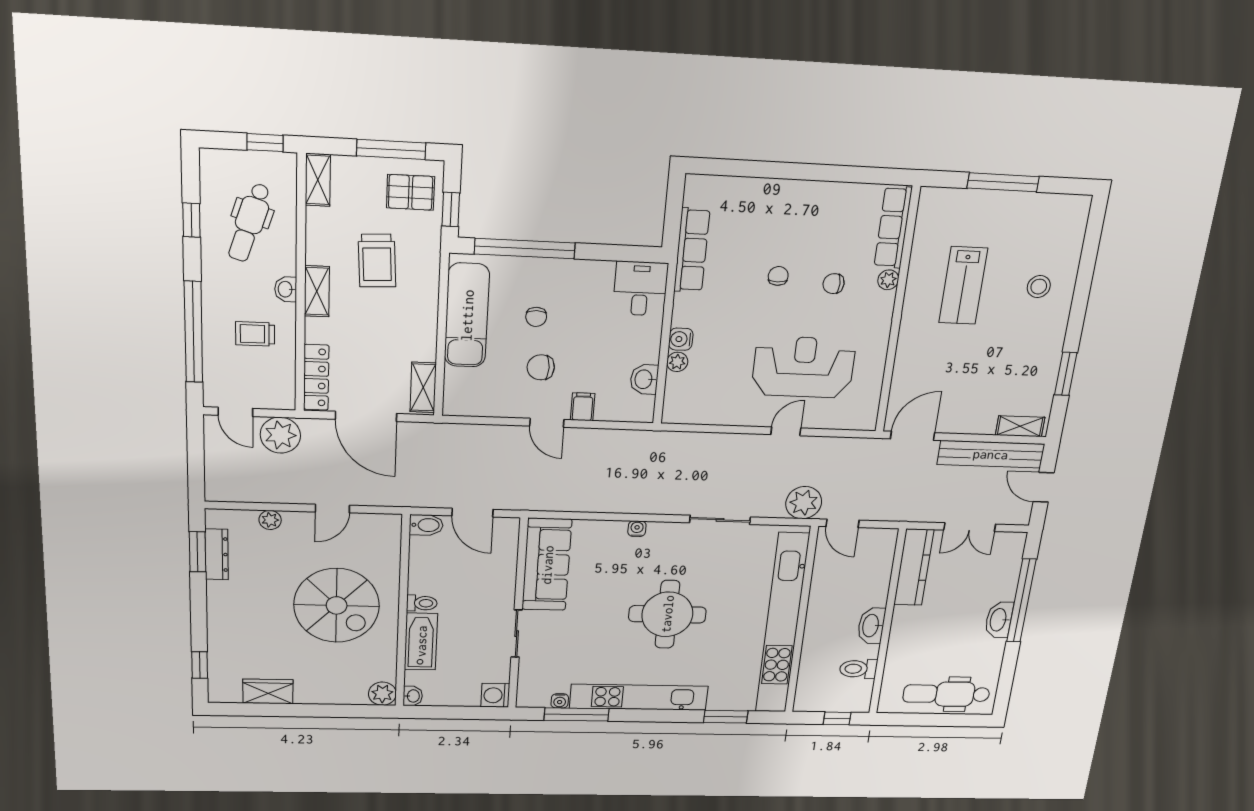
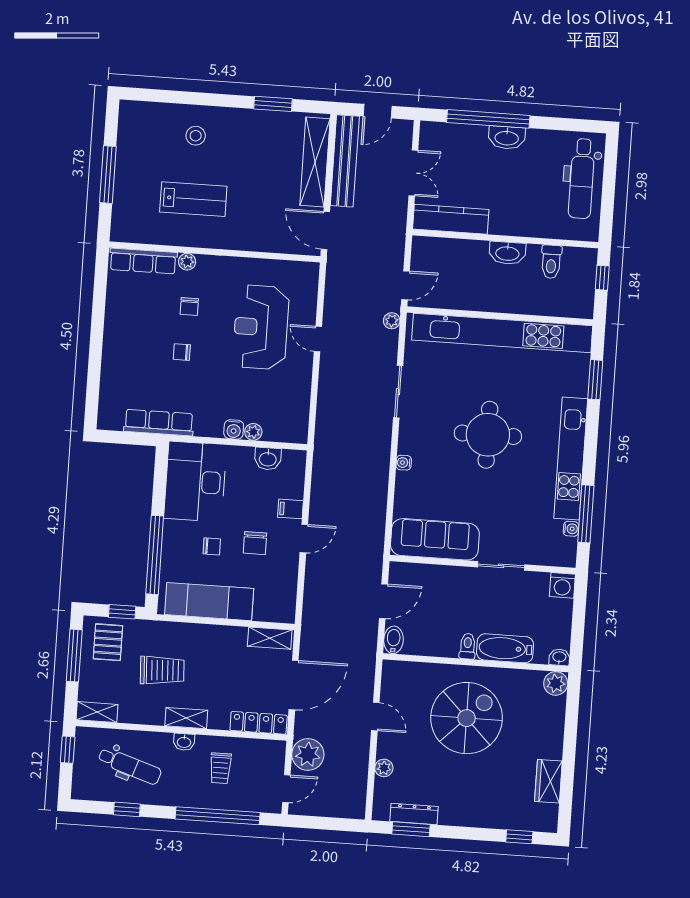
desk: (640, 289) -> (195, 482), width x1.87, depth x1.30
shelving: (1020, 426) -> (315, 162), width x2.20, depth x1.33
plant: (804, 503) -> (392, 321), width x0.53, depth x0.53

